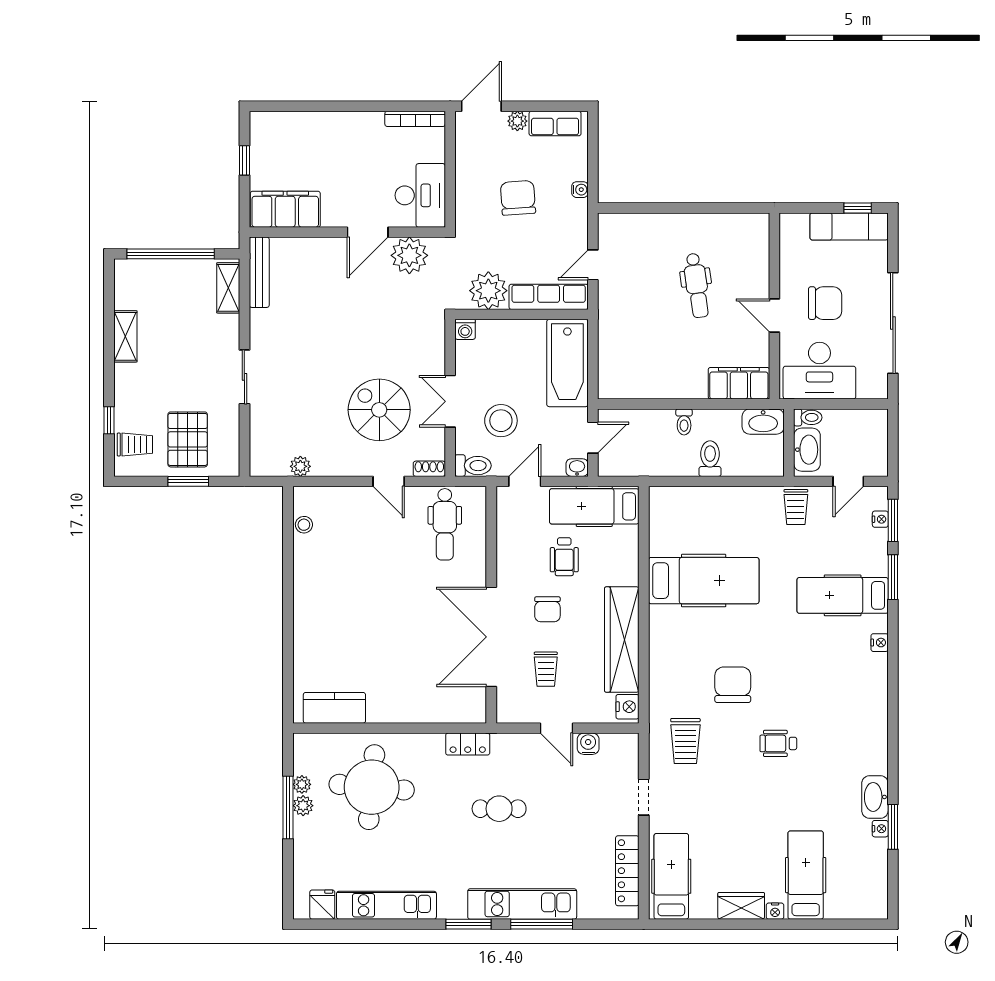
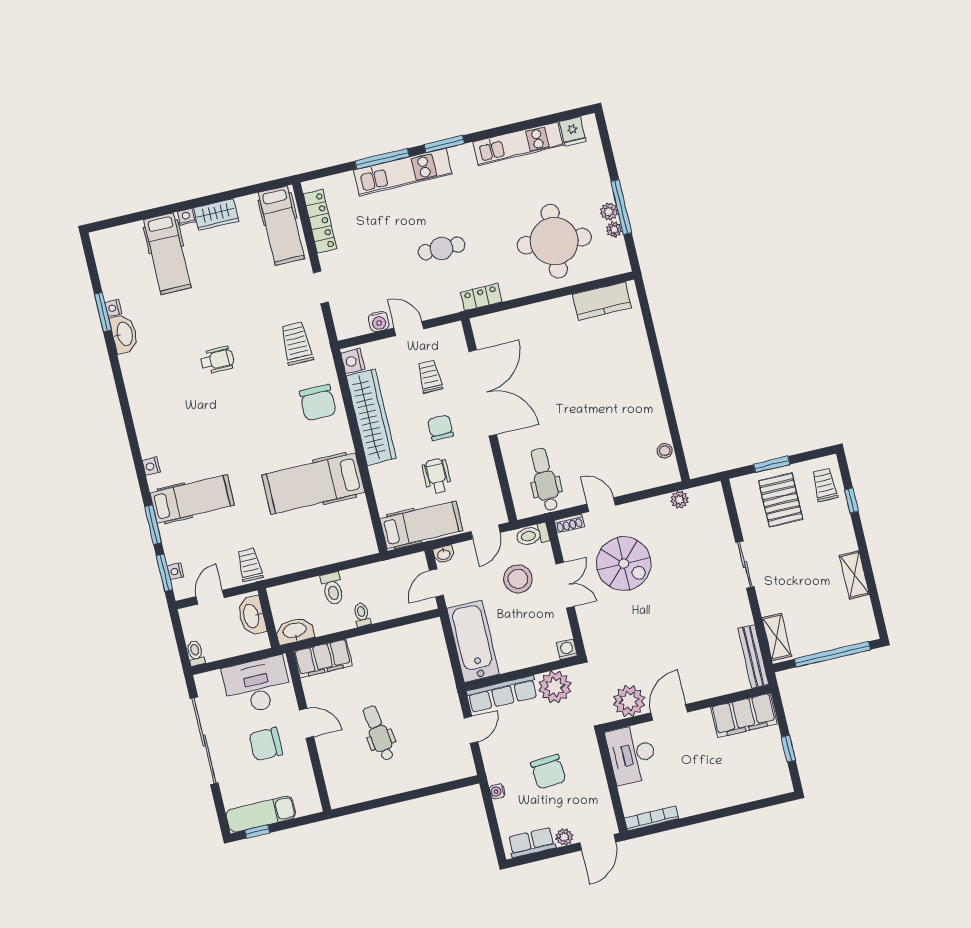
toilet: (808, 417) -> (196, 653), moved, turned 90
trolley: (135, 444) -> (825, 485), turned 90
chair: (733, 685) -> (318, 403), moved

